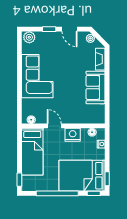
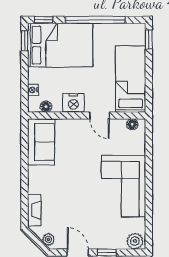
sofa: (96, 87) -> (41, 142), moved

